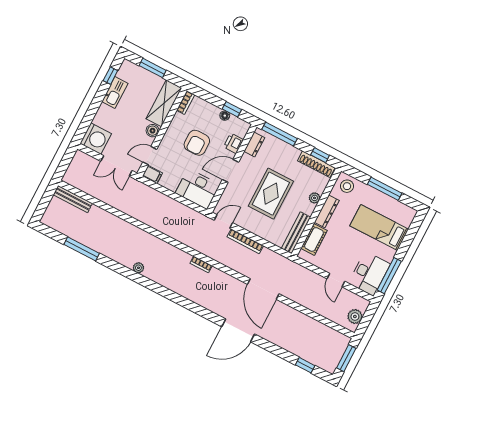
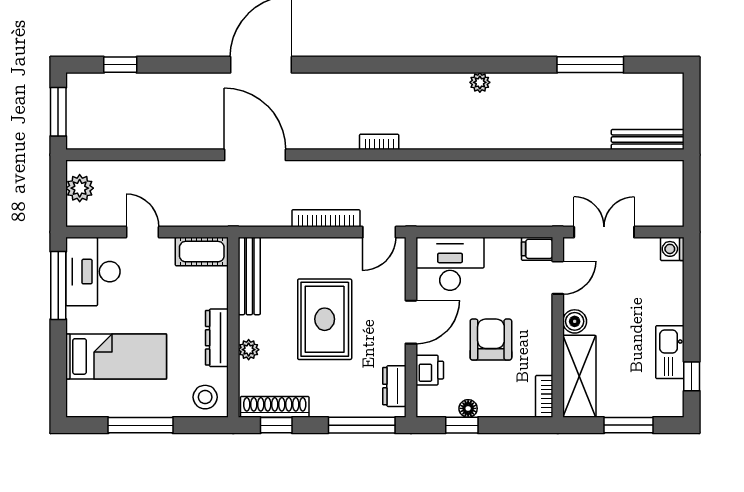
washing machine: (96, 139) -> (672, 249), width x0.53, depth x0.53
cot: (314, 239) -> (202, 252), moved, turned 90

